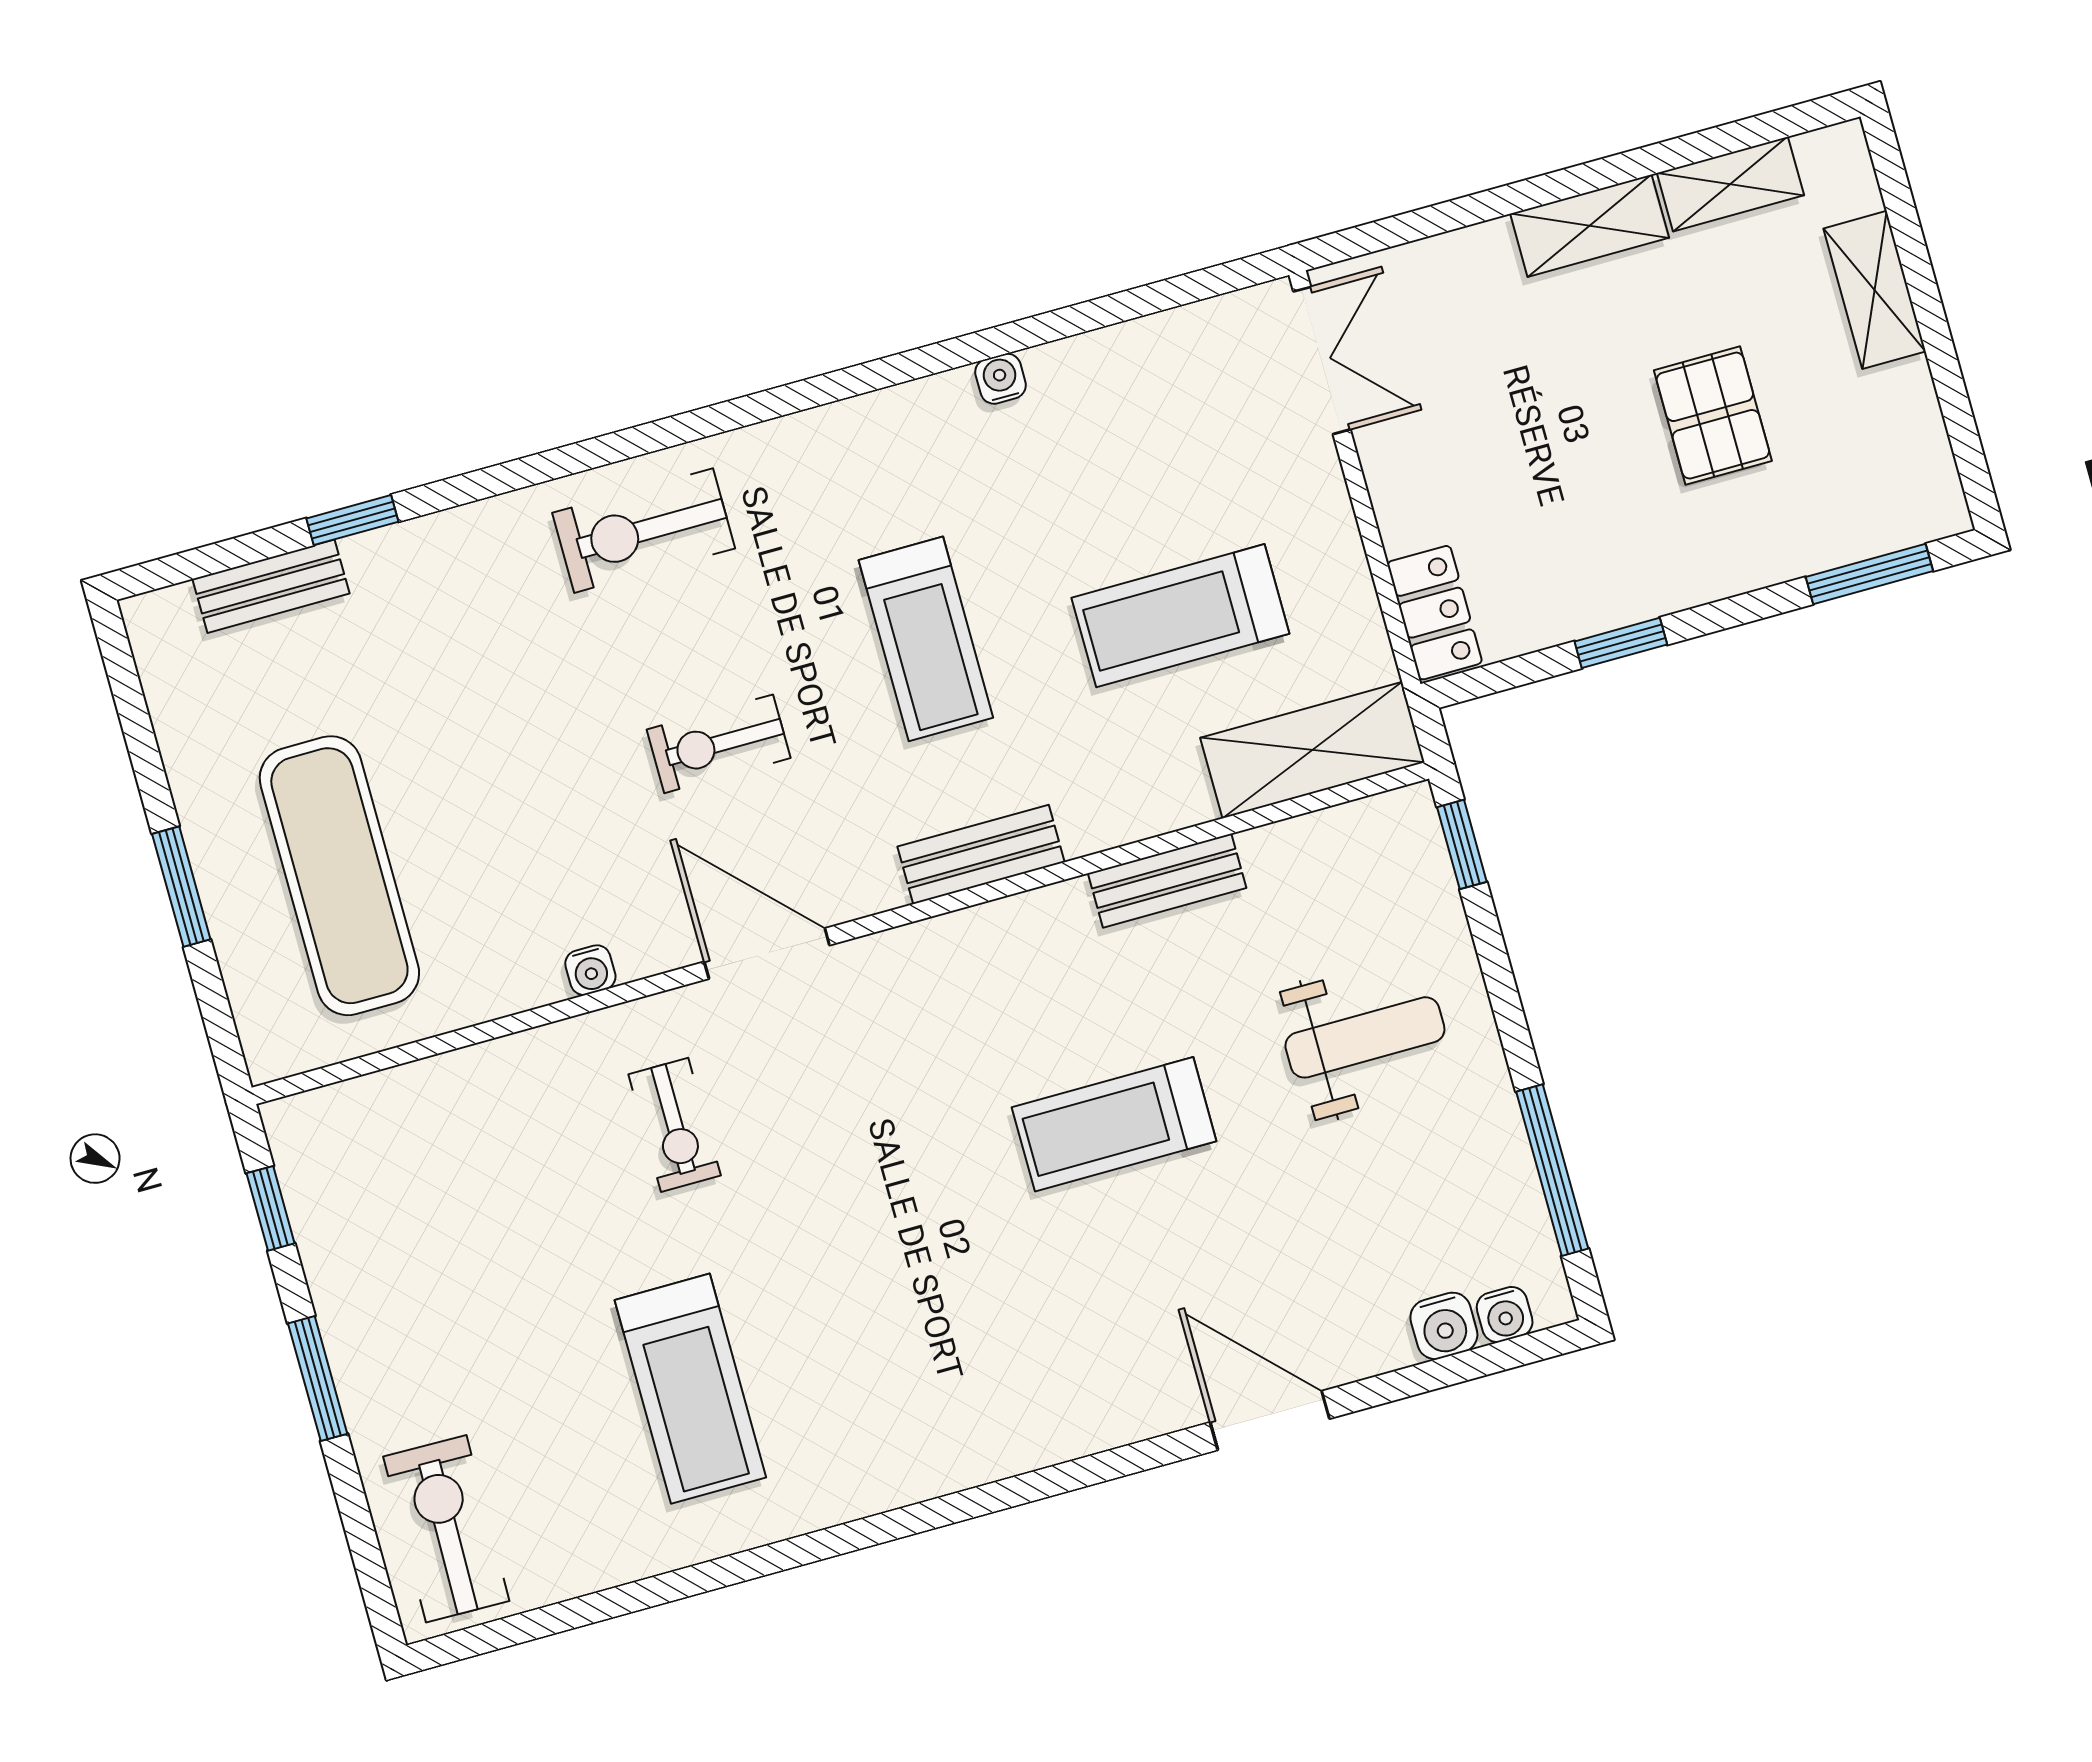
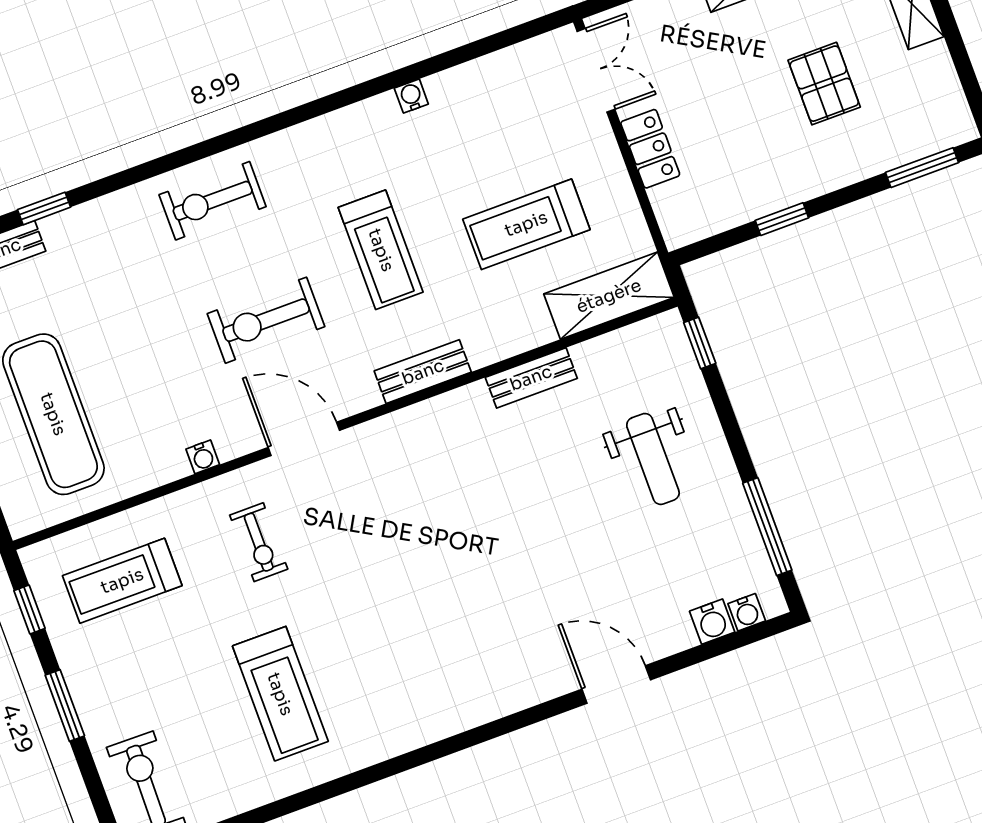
locker: (1435, 613) -> (650, 149), moved
exercise bike: (719, 744) -> (266, 320), width x1.38, depth x1.39
weight bench: (1365, 1037) -> (653, 459), turned 90
treadmill: (1114, 1124) -> (122, 581), moved

